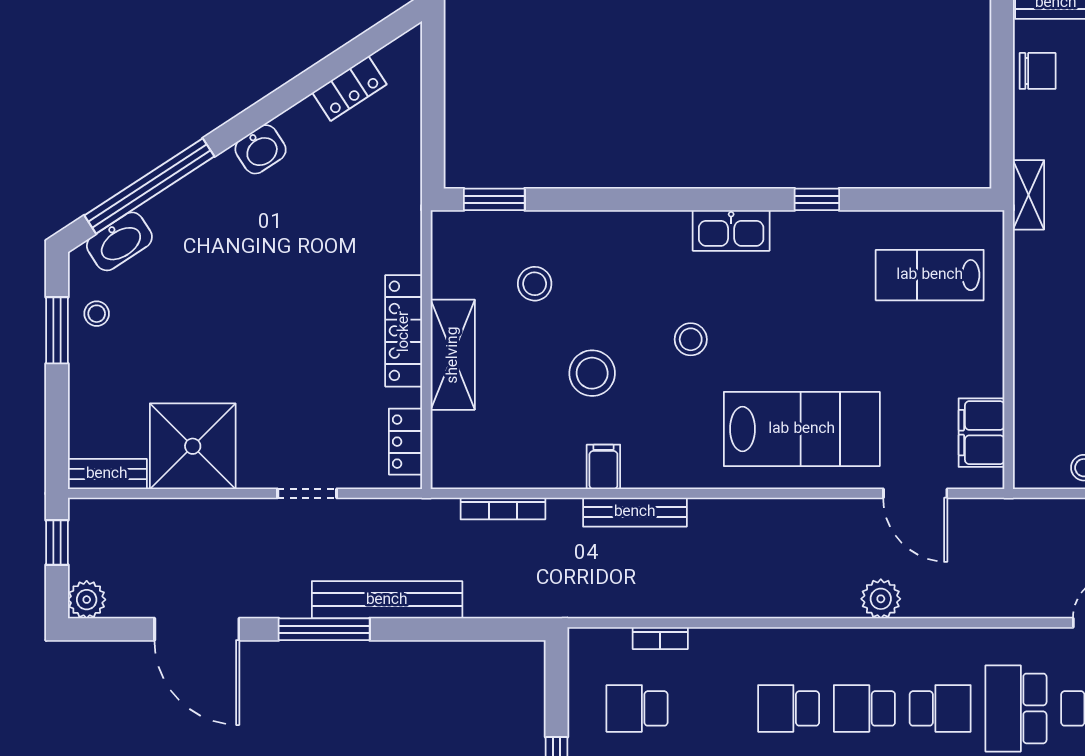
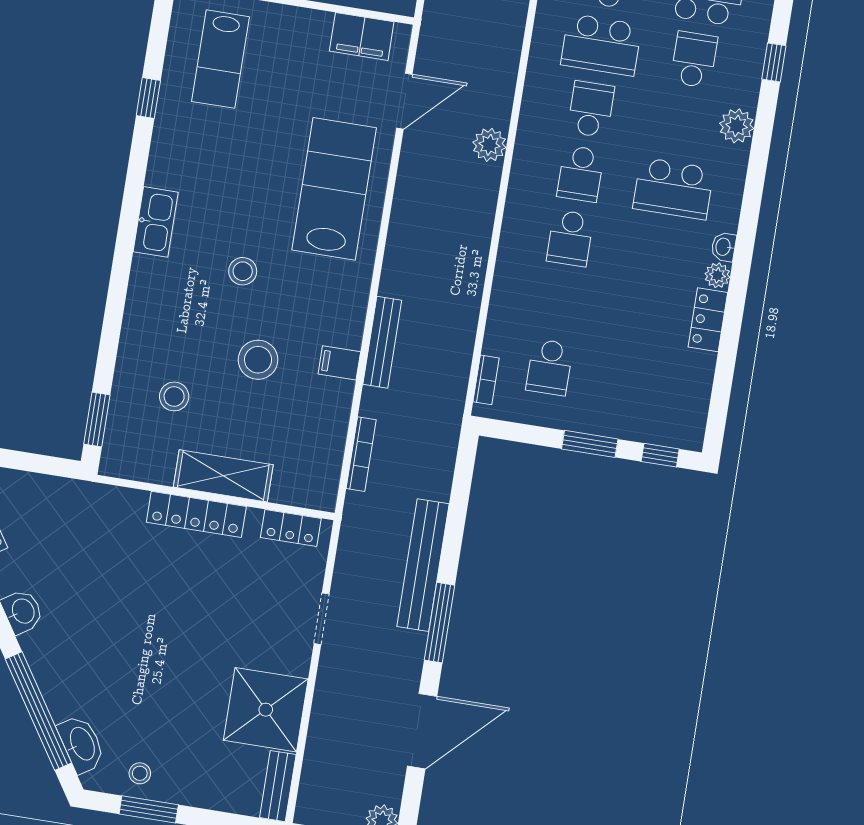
window: (817, 199) -> (148, 98), moved
bookcase: (660, 638) -> (486, 380), moved

